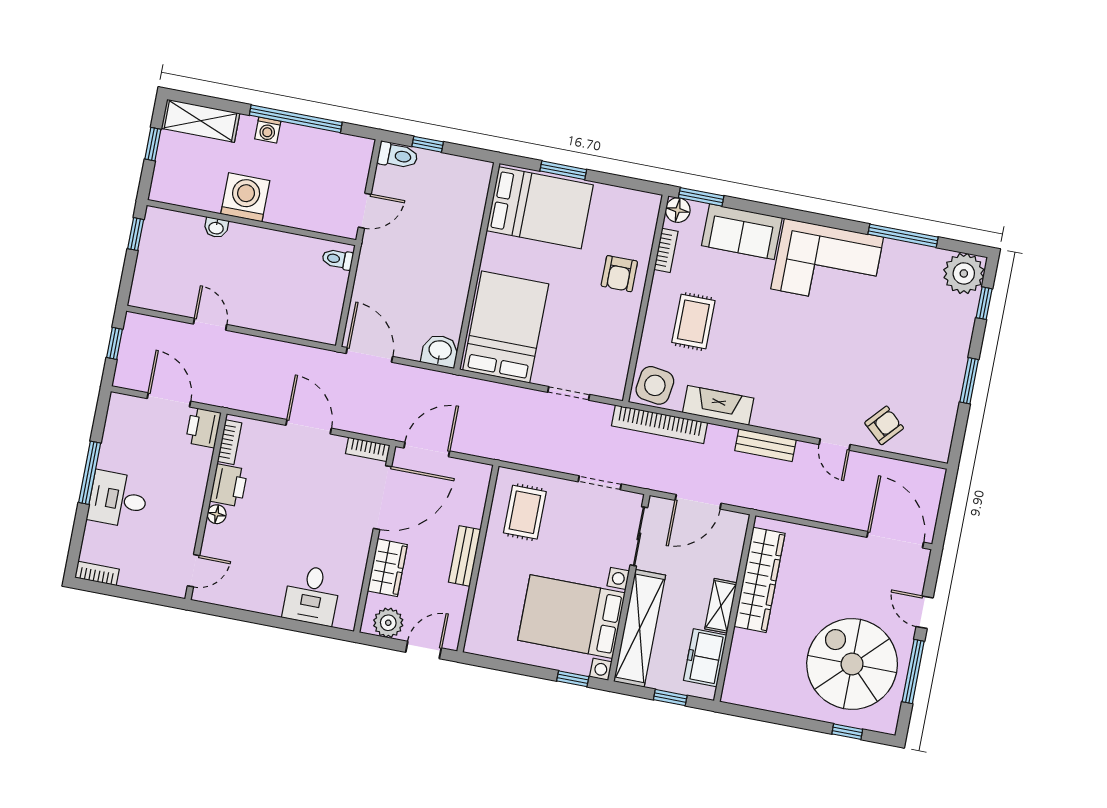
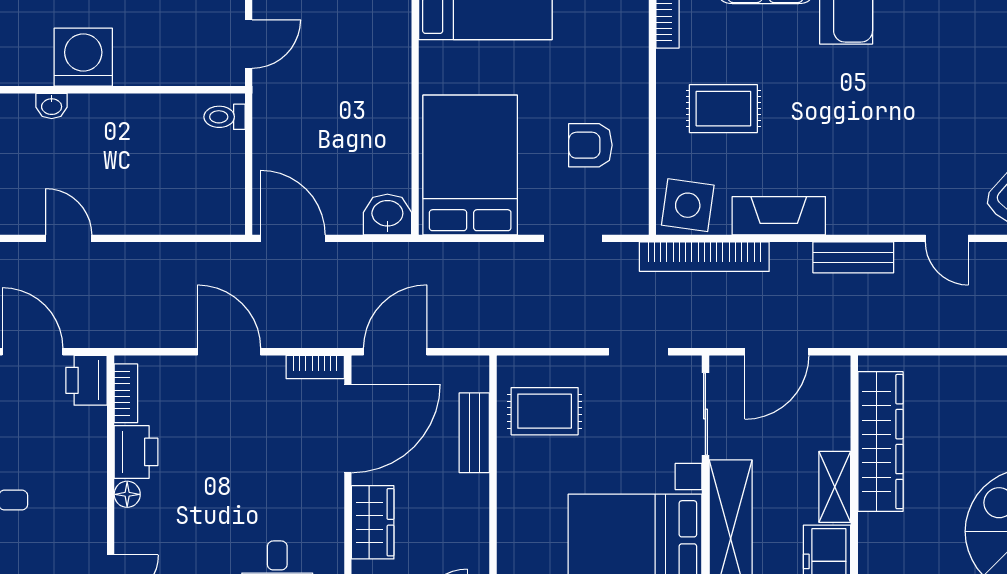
armchair: (619, 274) -> (590, 145), moved, turned 90
rug: (693, 322) -> (723, 109), turned 90
rug: (525, 512) -> (545, 411), turned 90
bench: (465, 556) -> (474, 433), moved

